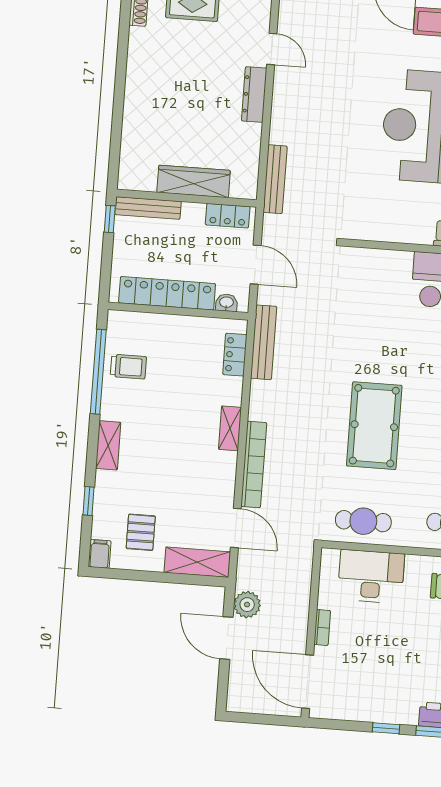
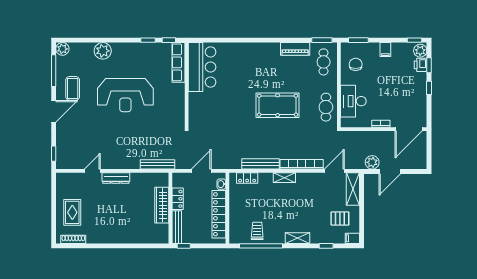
locker: (228, 216) -> (178, 199), moved
bench: (264, 342) -> (260, 164), moved

